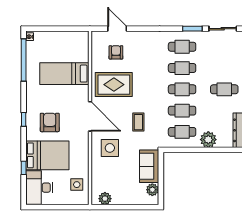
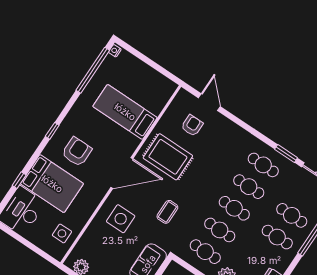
cafe table: (224, 68) -> (292, 215), added
door: (90, 116) -> (122, 173), hinge flipped

